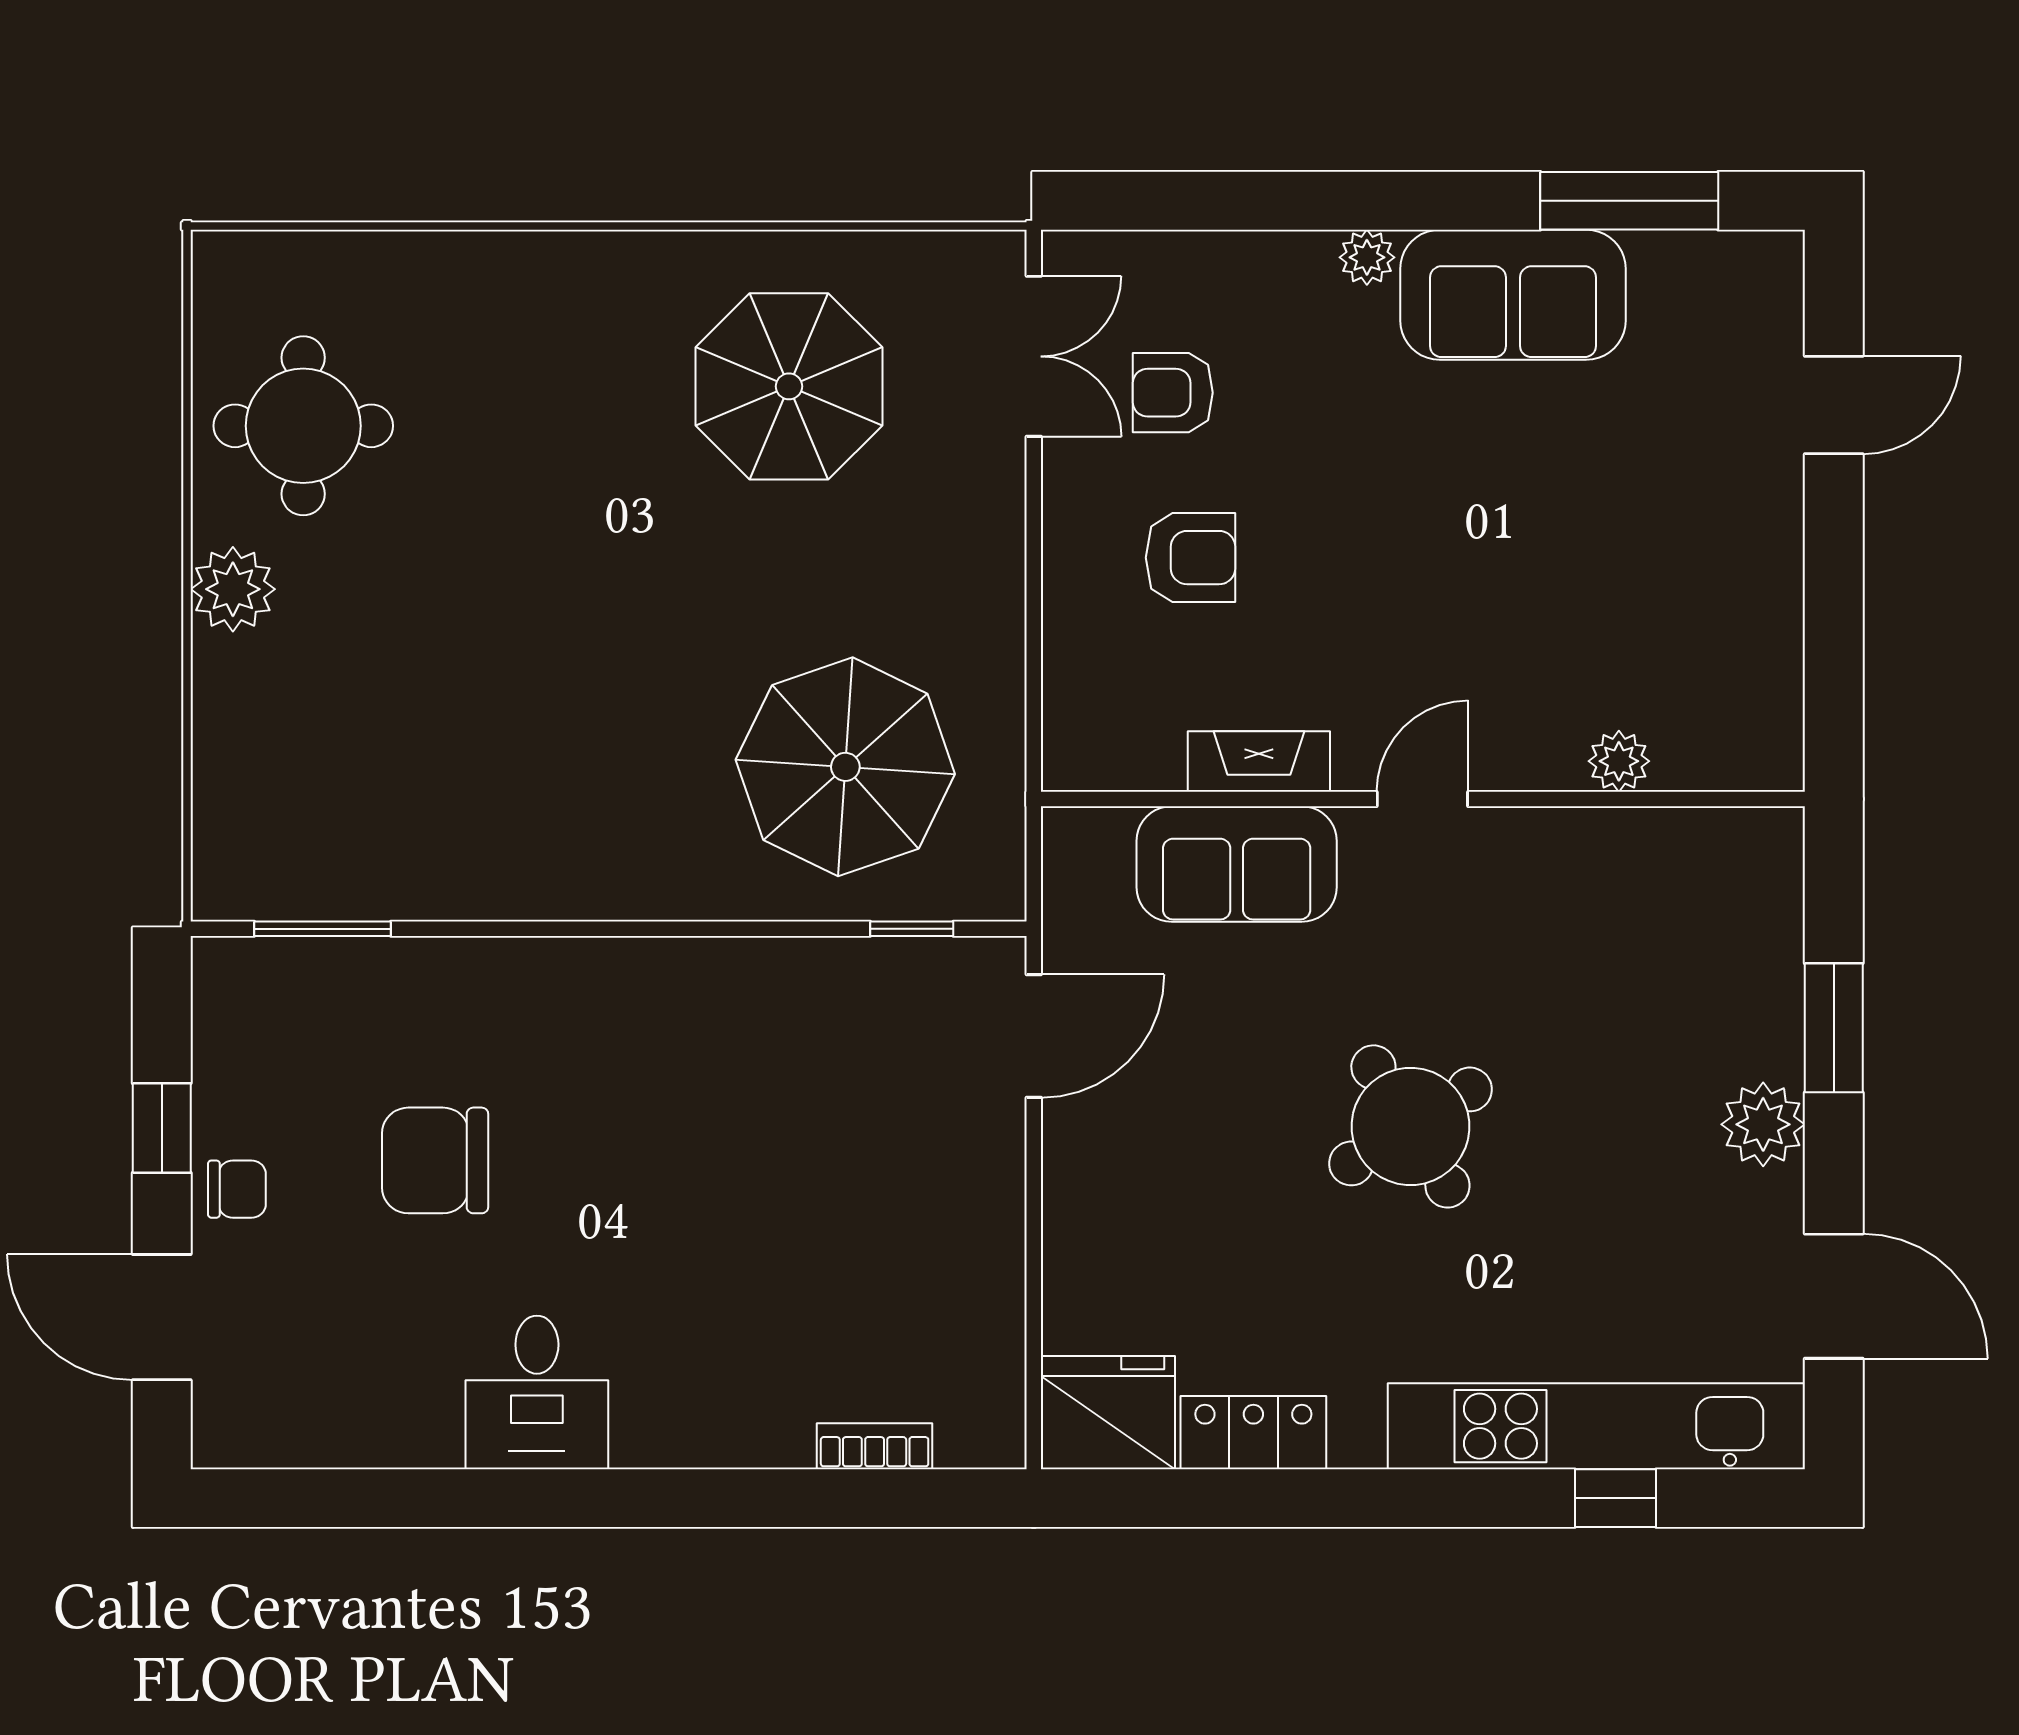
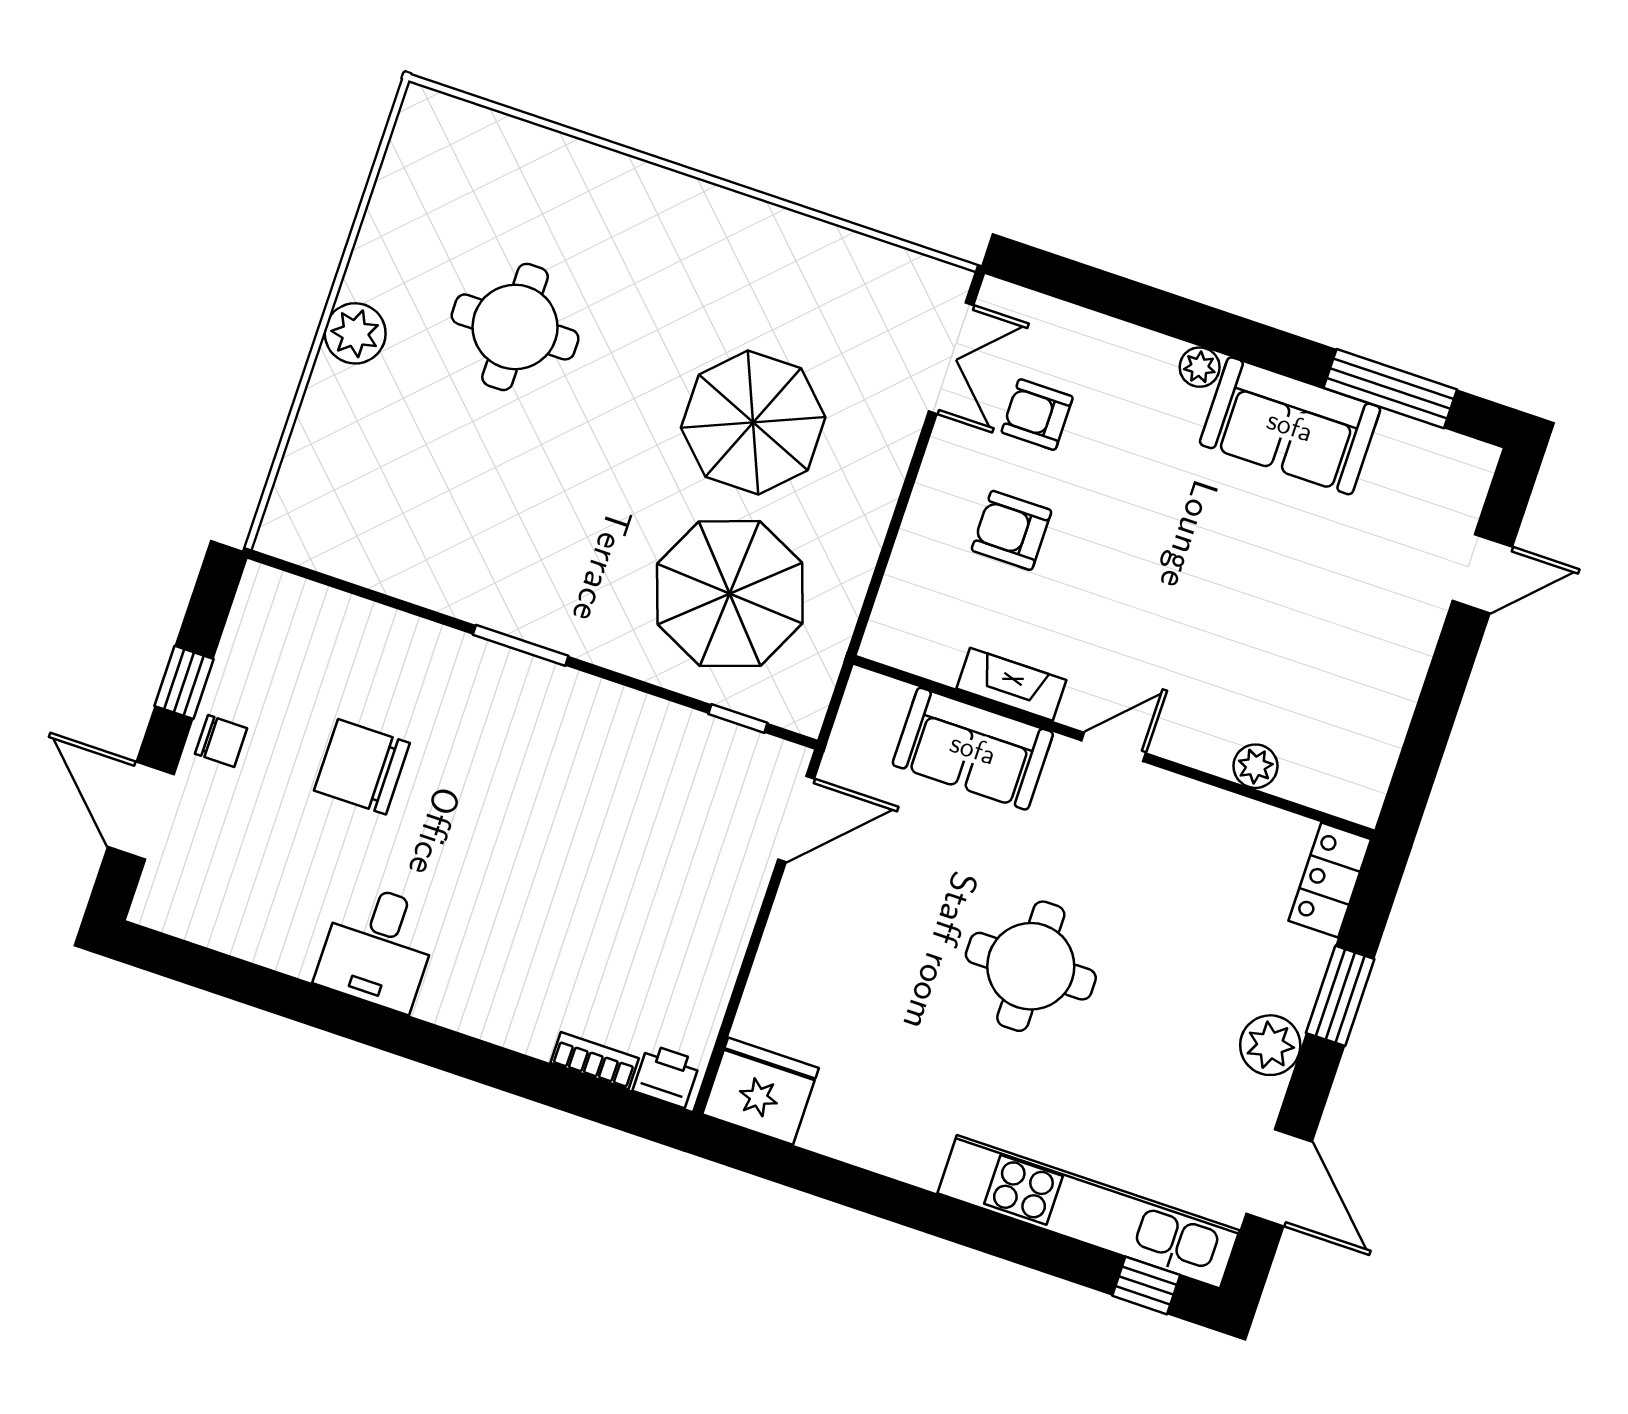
parasol: (789, 386) -> (753, 422), moved
round table: (303, 426) -> (515, 327), moved
armchair: (1191, 558) -> (1012, 530), turned 180
window: (322, 929) -> (521, 645), moved
round table: (1410, 1126) -> (1031, 966), turned 32
locker: (1253, 1433) -> (1330, 880), moved, turned -90
printer: (976, 1434) -> (666, 1076), added
window: (1615, 1498) -> (1146, 1285), moved

